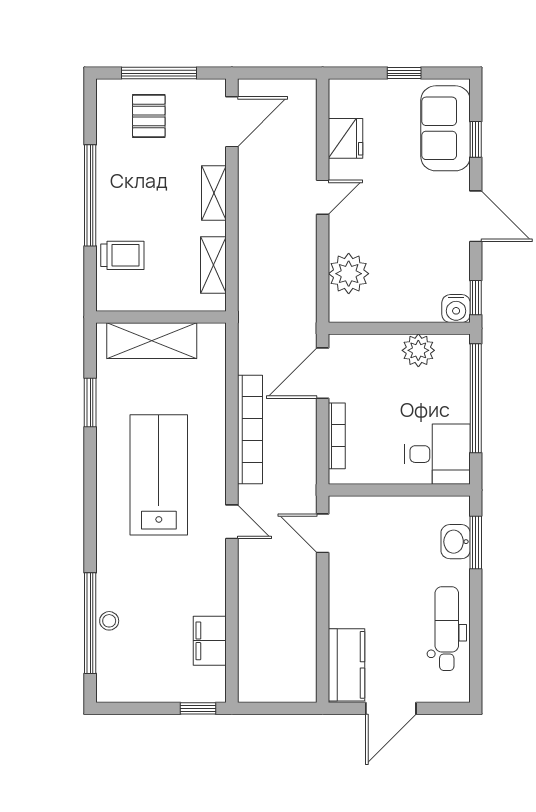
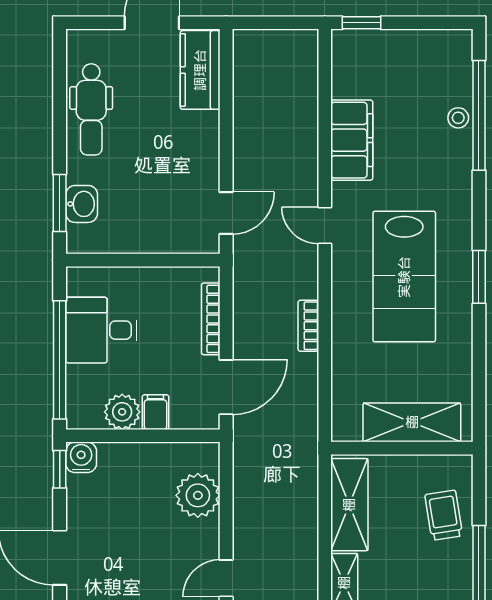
trolley: (122, 255) -> (444, 515), turned 81
shelving: (213, 265) -> (349, 505), width x1.50, depth x1.33
filing cabinet: (388, 350) -> (156, 412), added
window: (90, 403) -> (479, 277), moved
bookcase: (250, 430) -> (308, 326), width x0.43, depth x0.76
desk: (437, 454) -> (101, 330), moved
door: (323, 533) -> (226, 213), hinge flipped
filing cabinet: (210, 641) -> (352, 140), moved, width x1.50, depth x1.17

